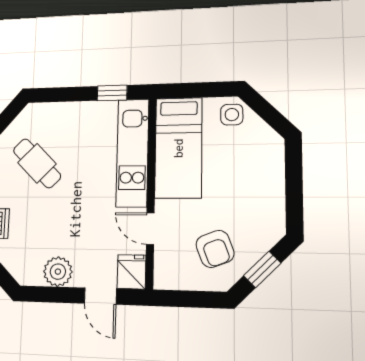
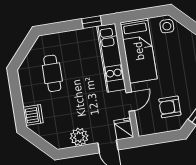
cafe table: (37, 163) -> (52, 73), turned 45
door: (150, 229) -> (130, 102), swing flipped
armchair: (215, 249) -> (170, 107), turned 111

